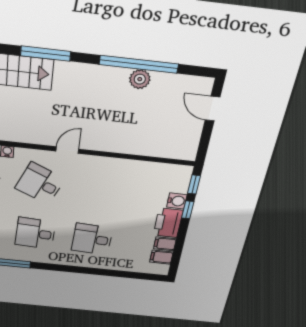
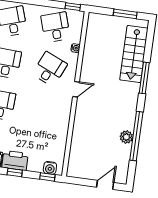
door: (67, 150) -> (76, 89), hinge flipped
water cooler: (177, 201) -> (50, 168), moved
window: (188, 210) -> (15, 172), moved

